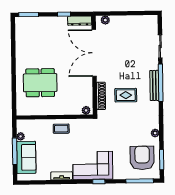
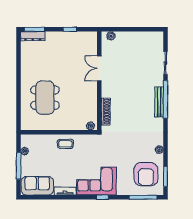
dresser: (80, 21) -> (33, 36), moved
double door: (94, 53) -> (99, 69), width x0.54
dining table: (40, 83) -> (45, 98), turned 90
rug: (126, 95) -> (130, 111), removed
sofa: (26, 157) -> (37, 186), moved, turned -90
armchair: (142, 158) -> (146, 174), turned 180

